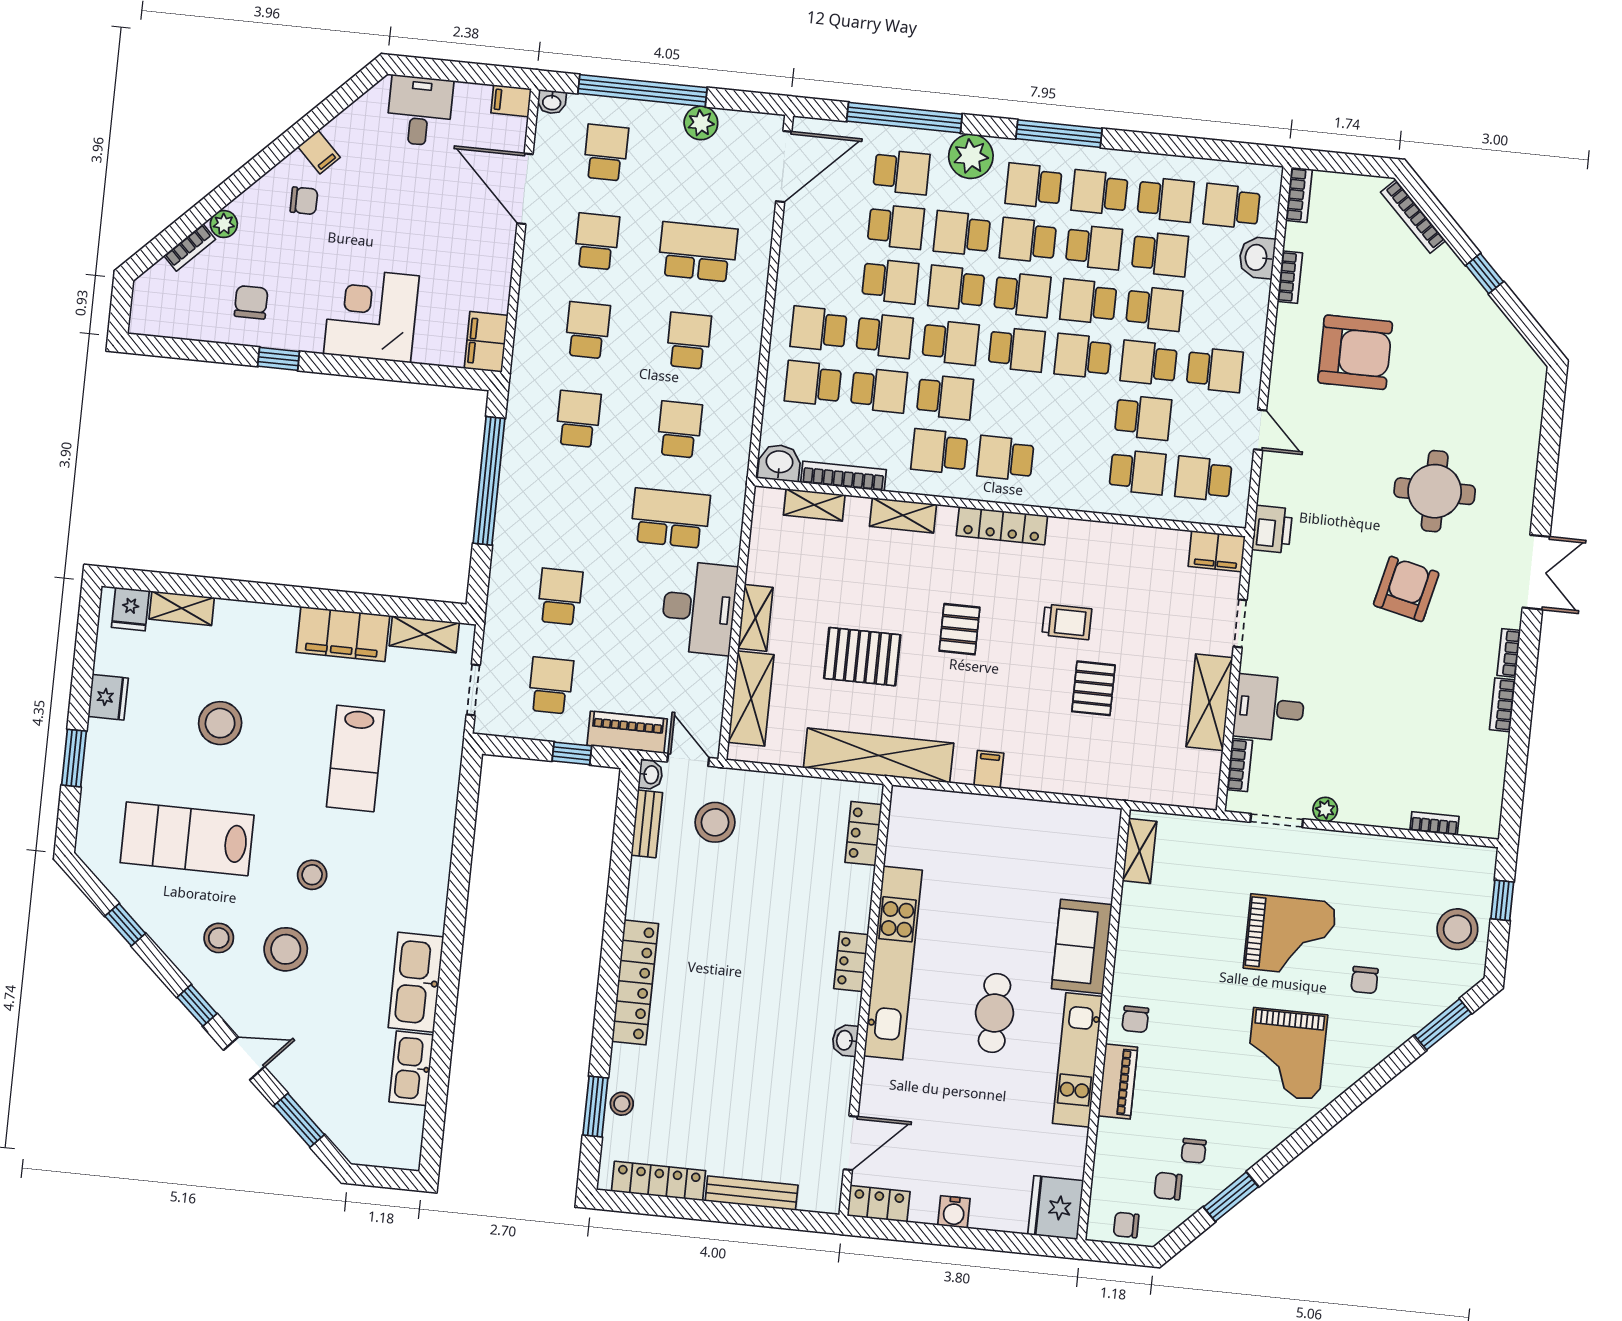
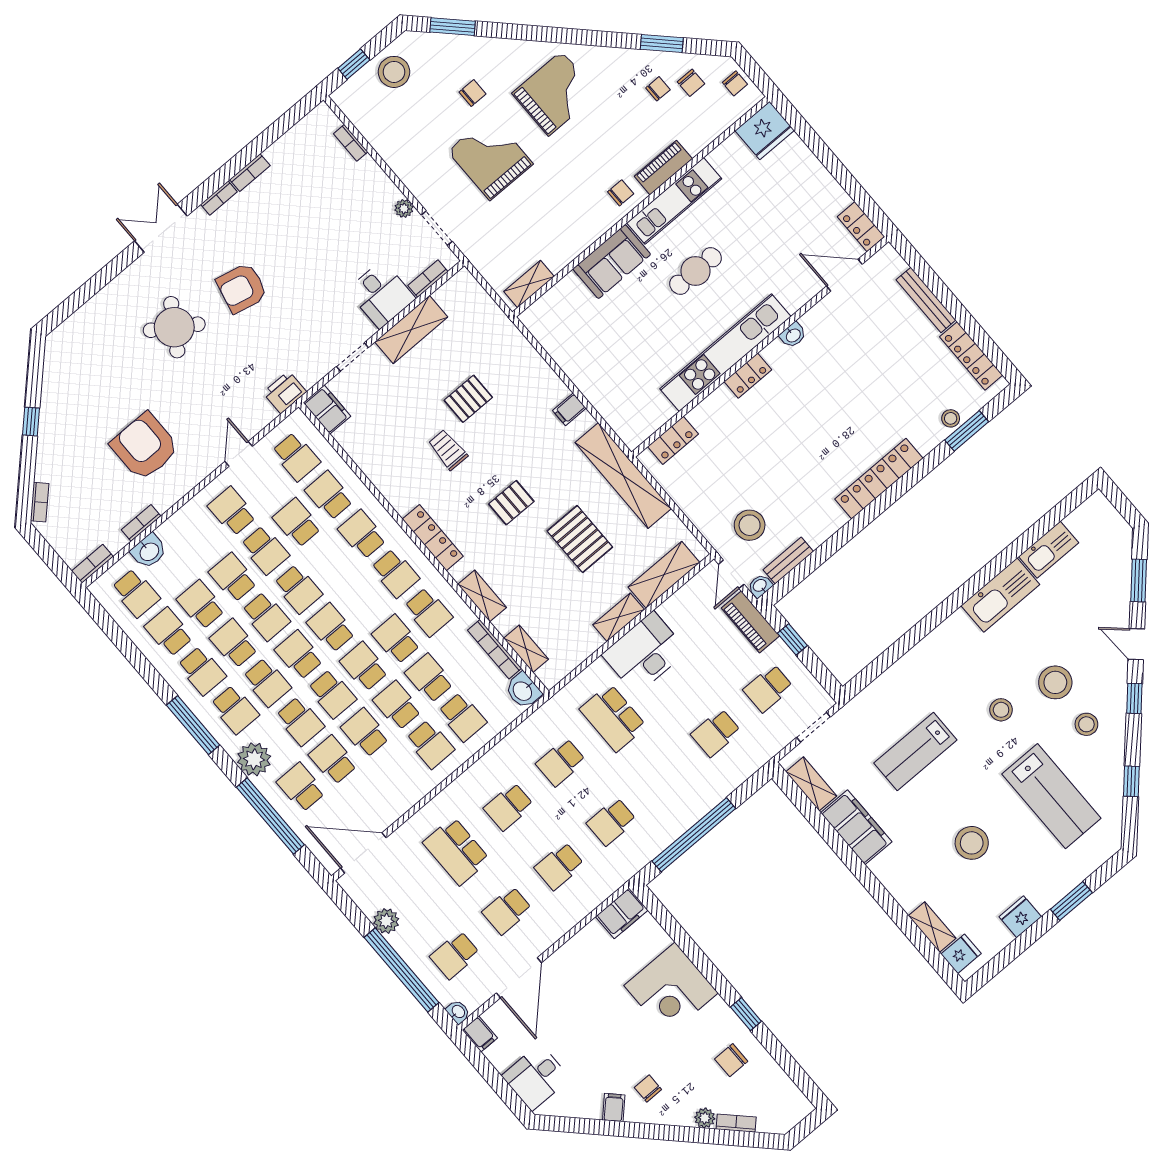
bookcase: (1413, 216) -> (40, 502), width x0.64
school desk: (1071, 465) -> (362, 534), added
round table: (1435, 491) -> (174, 327), turned 33
lab bench: (355, 758) -> (915, 752), turned 180
water cooler: (954, 1212) -> (824, 182), removed

